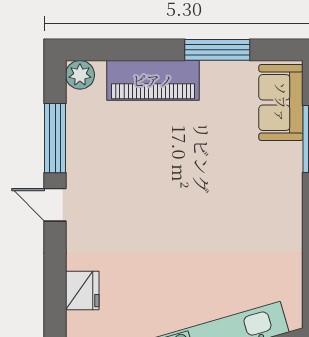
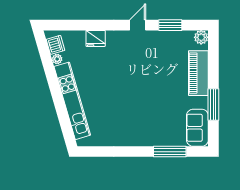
sofa: (281, 102) -> (197, 128), moved, turned -90
window: (55, 138) -> (170, 25), width x0.69

